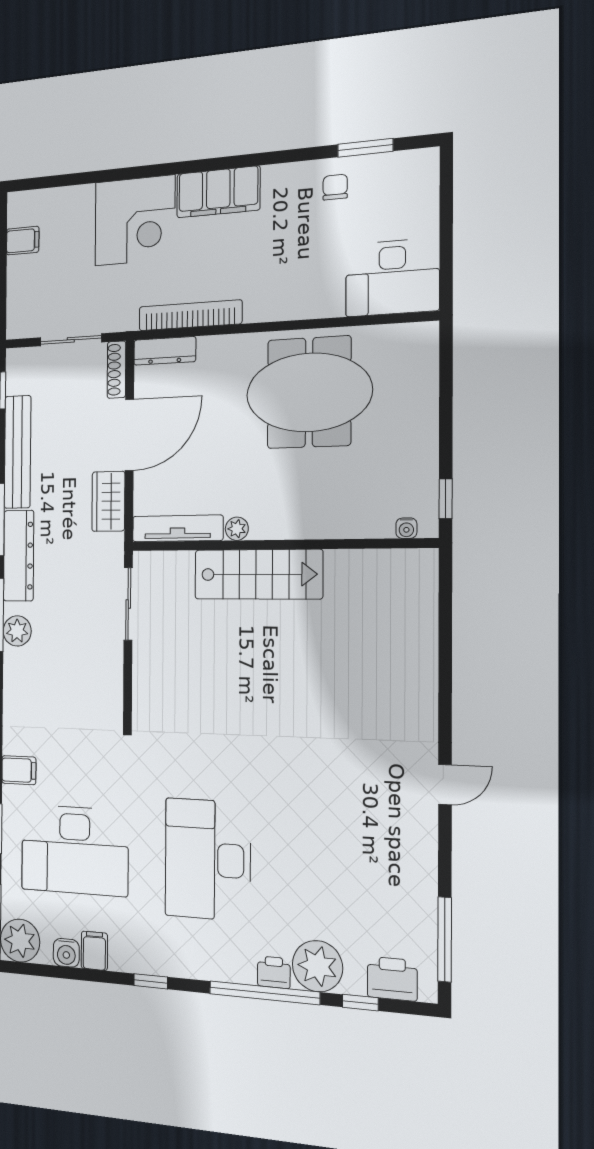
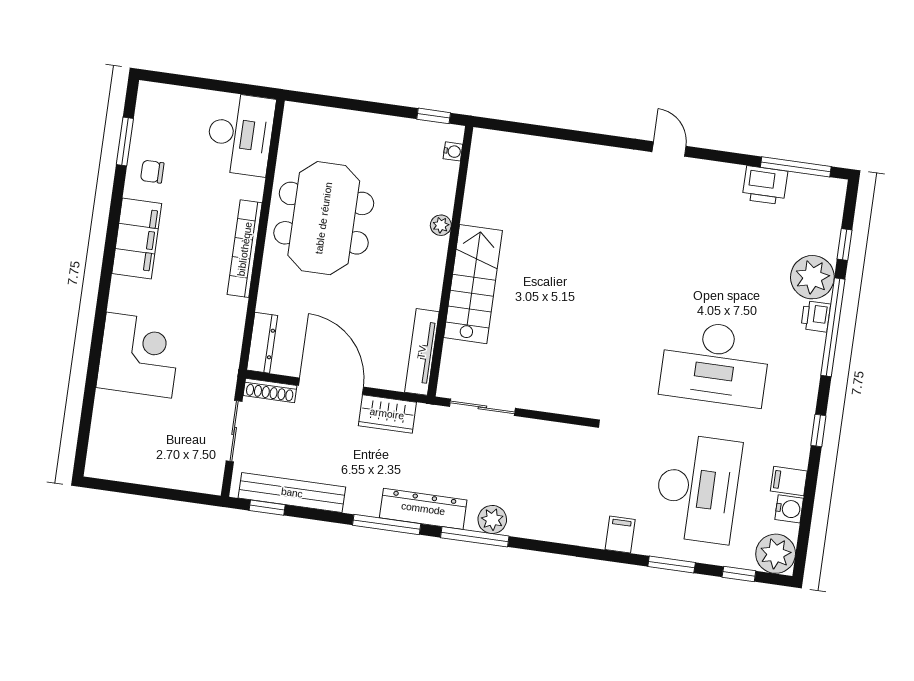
filing cabinet: (218, 192) -> (137, 239), moved
filing cabinet: (23, 241) -> (132, 467), removed
bookcase: (190, 315) -> (245, 249), moved
bench: (18, 452) -> (292, 493), moved
plant: (237, 529) -> (441, 225), moved
printer: (392, 979) -> (765, 185), moved, turned -90

